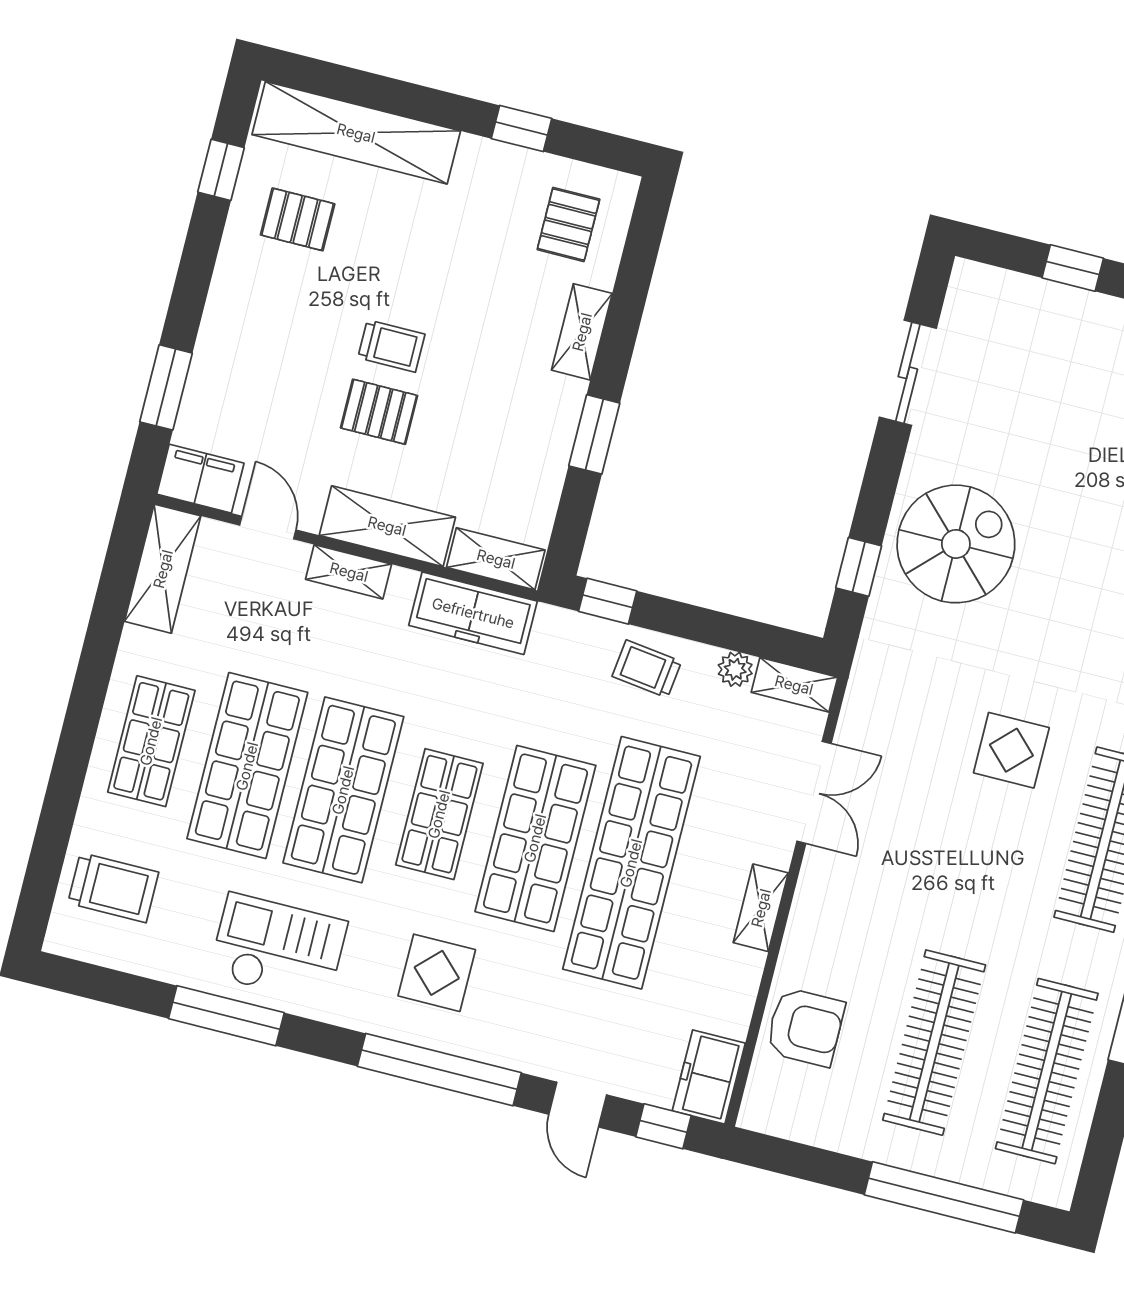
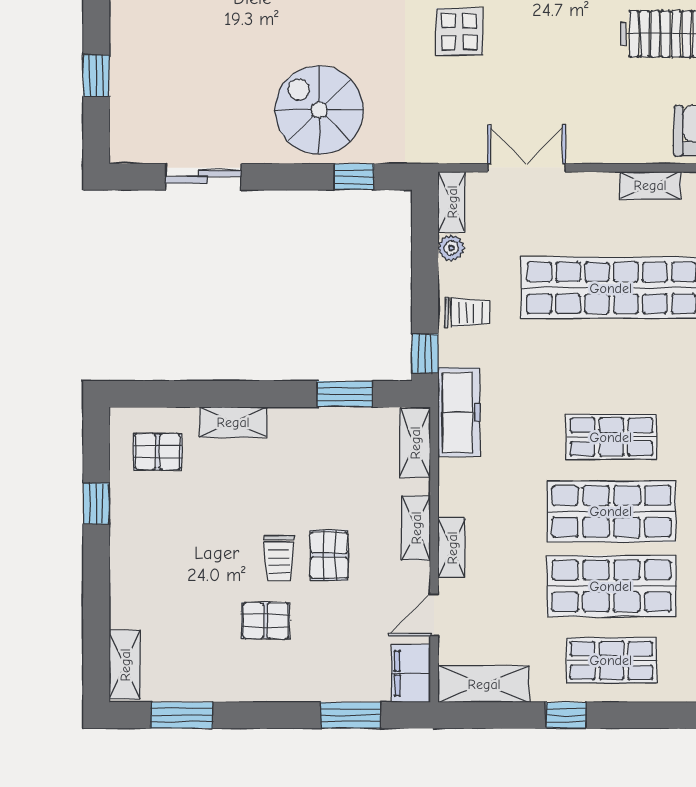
shelving: (356, 133) -> (125, 665), width x0.45, depth x0.75
window: (221, 170) -> (182, 715), width x1.50
pallet: (298, 219) -> (266, 621), moved, turned 90
trolley: (391, 346) -> (279, 558), turned 180
window: (594, 434) -> (345, 394), moved
shelving: (387, 526) -> (416, 528), width x0.67, depth x0.75
freezer: (473, 613) -> (459, 412), moved
window: (96, 665) -> (566, 715), added
trolley: (647, 669) -> (467, 312), turned -97
shop shelf: (535, 838) -> (611, 362), removed
shelving: (761, 908) -> (650, 185), moved

